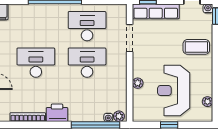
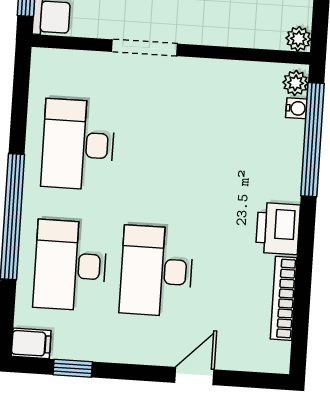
doorway: (130, 38) -> (145, 48), moved
desk: (87, 63) -> (70, 265), moved
plant: (138, 83) -> (298, 39), moved

